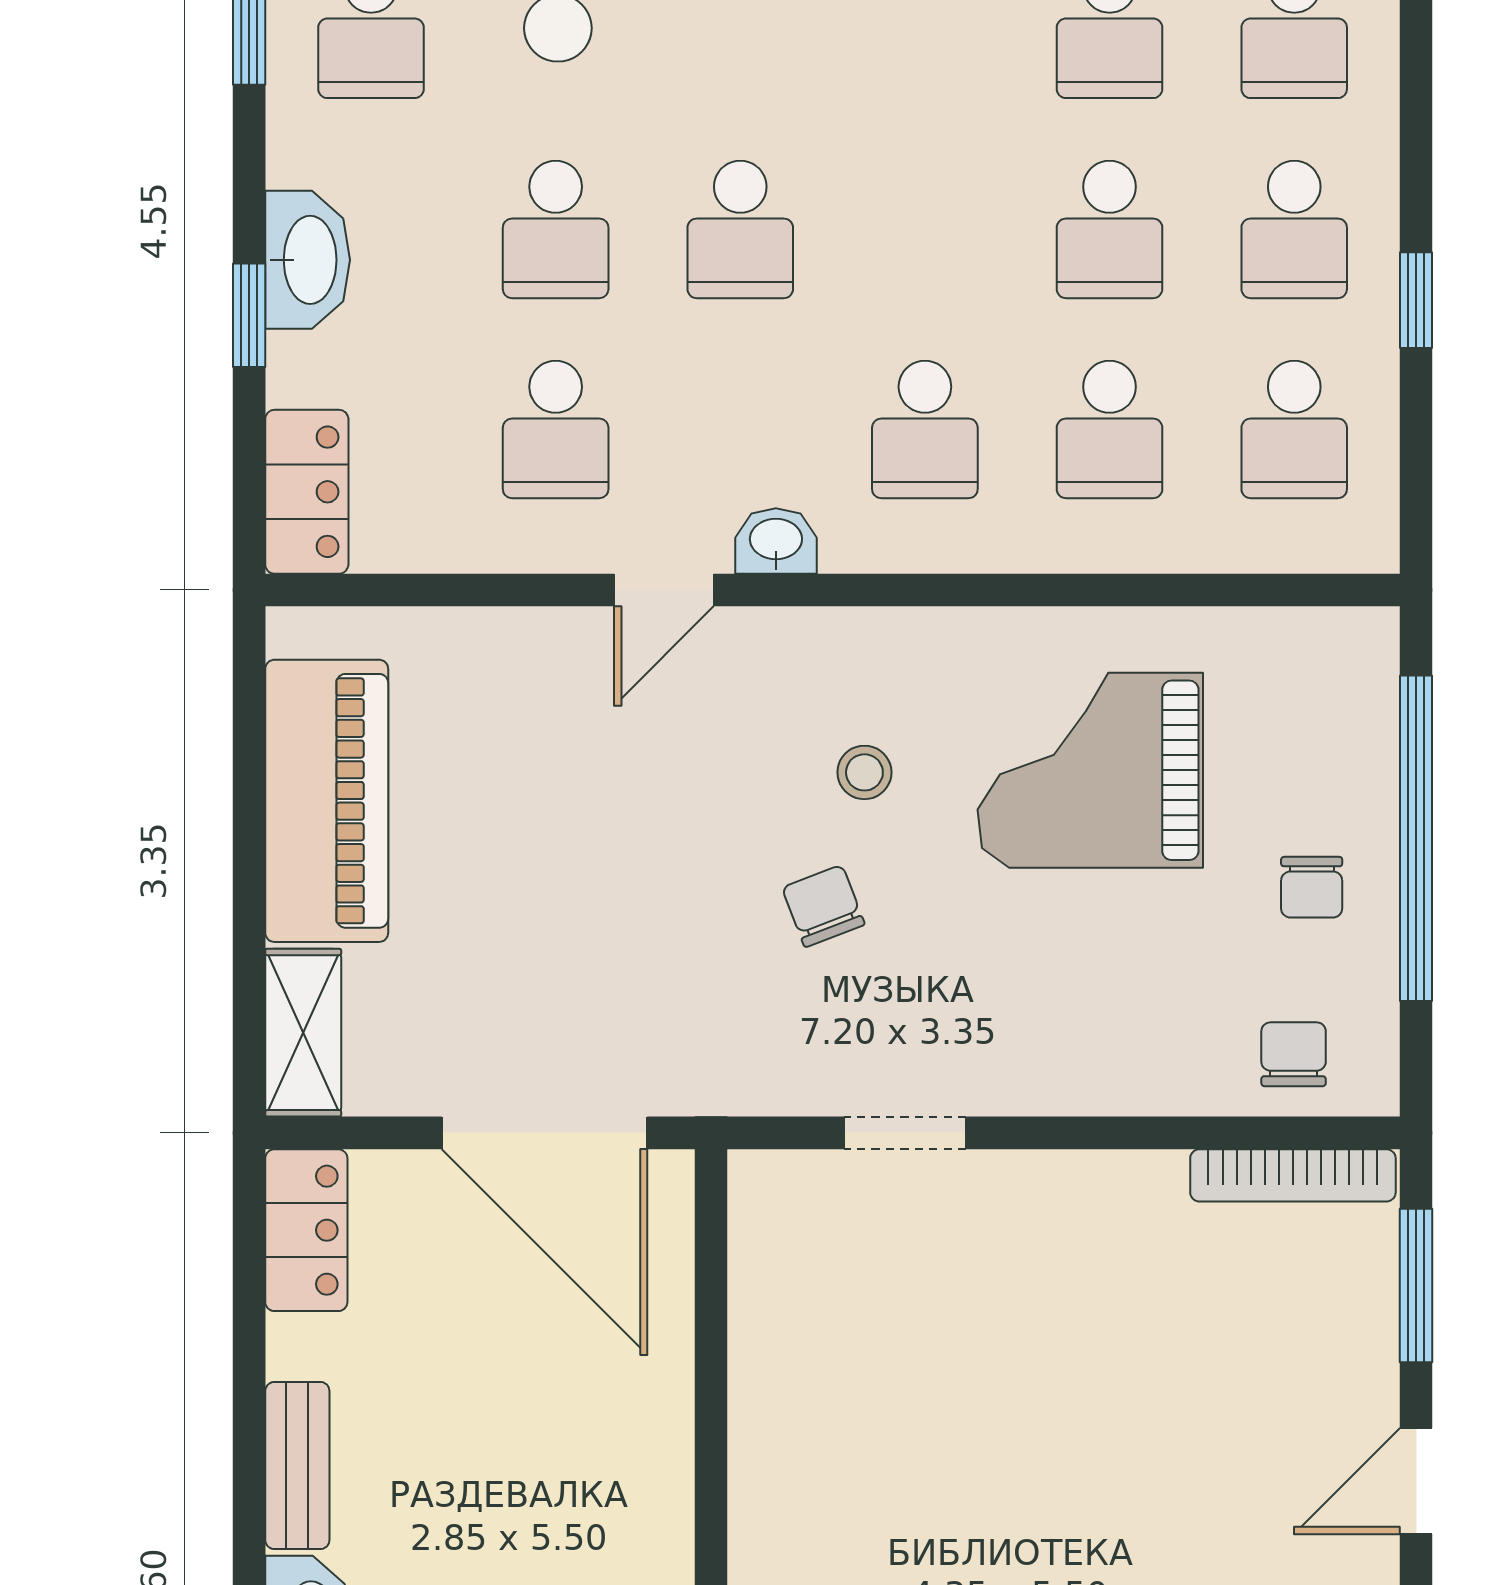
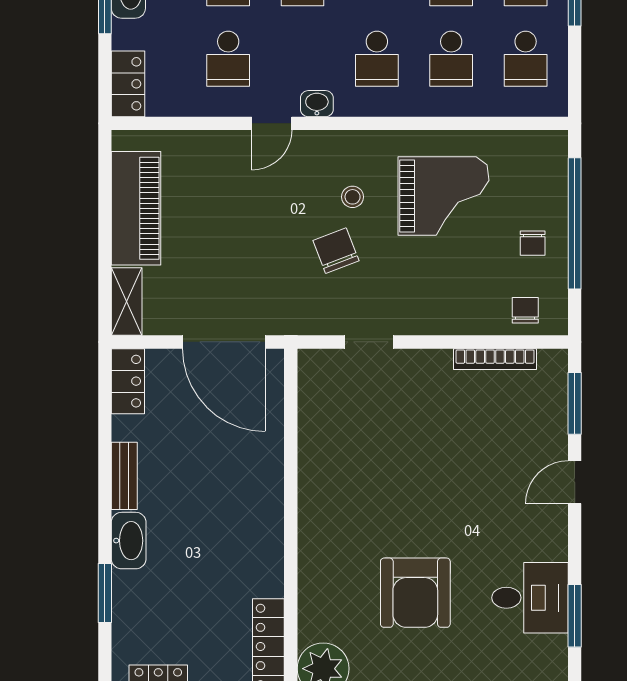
grand piano: (1090, 770) -> (443, 196), turned 180
chair: (823, 906) -> (336, 251), width x1.37, depth x1.37
bookcase: (1293, 1175) -> (495, 359), moved

